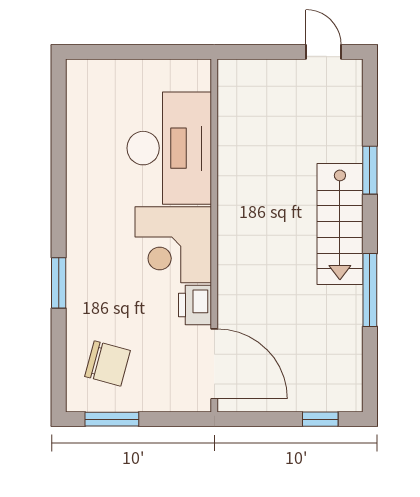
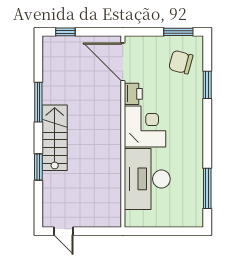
window: (59, 131) -> (207, 188), added
window: (59, 283) -> (207, 85), moved

